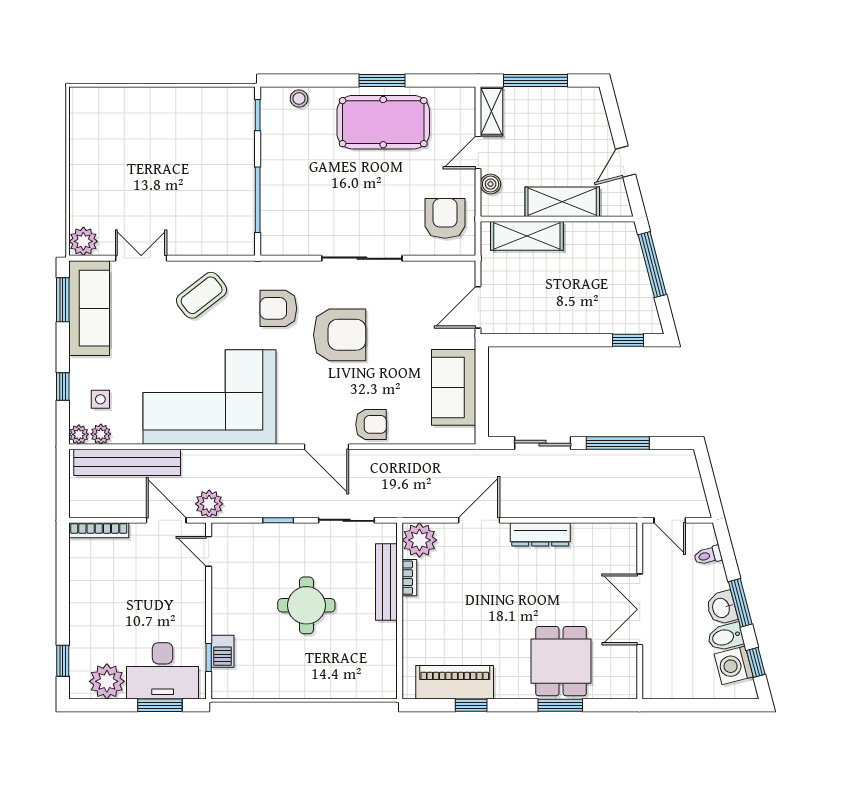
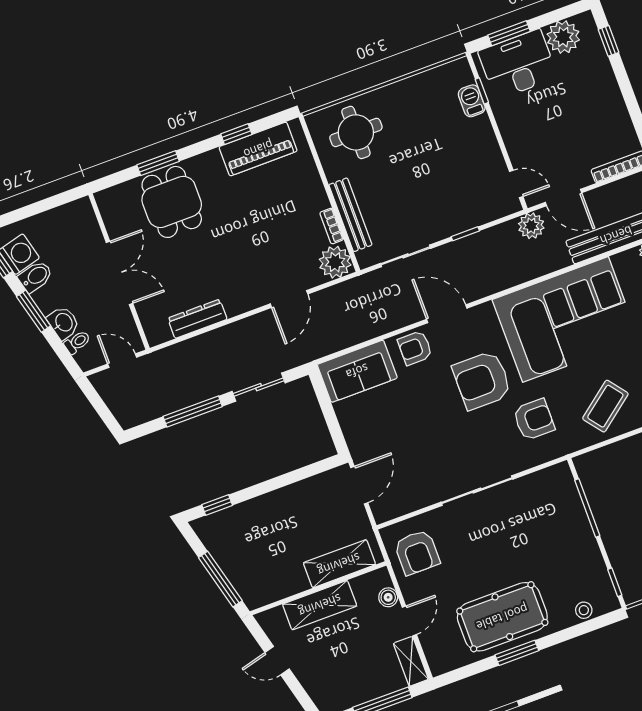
door: (625, 162) -> (277, 661), swing flipped
armchair: (340, 335) -> (482, 380), moved
sofa: (454, 387) -> (357, 371), moved, turned 90
dresser: (540, 534) -> (197, 319), moved
round table: (306, 605) -> (356, 132), moved
washbasin: (722, 608) -> (63, 323), moved

